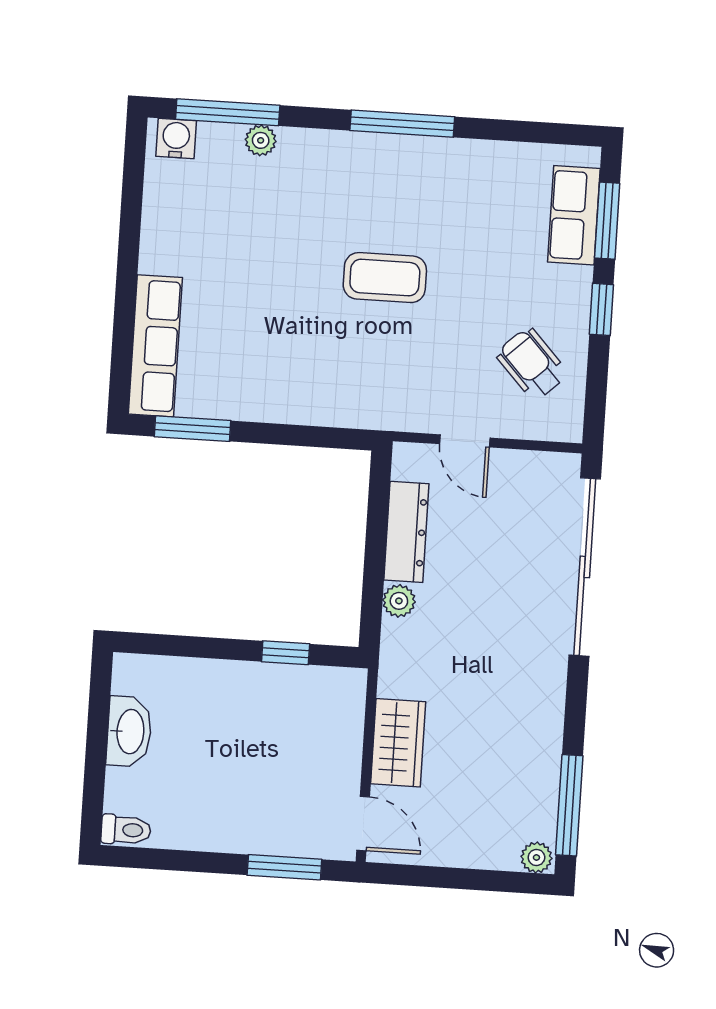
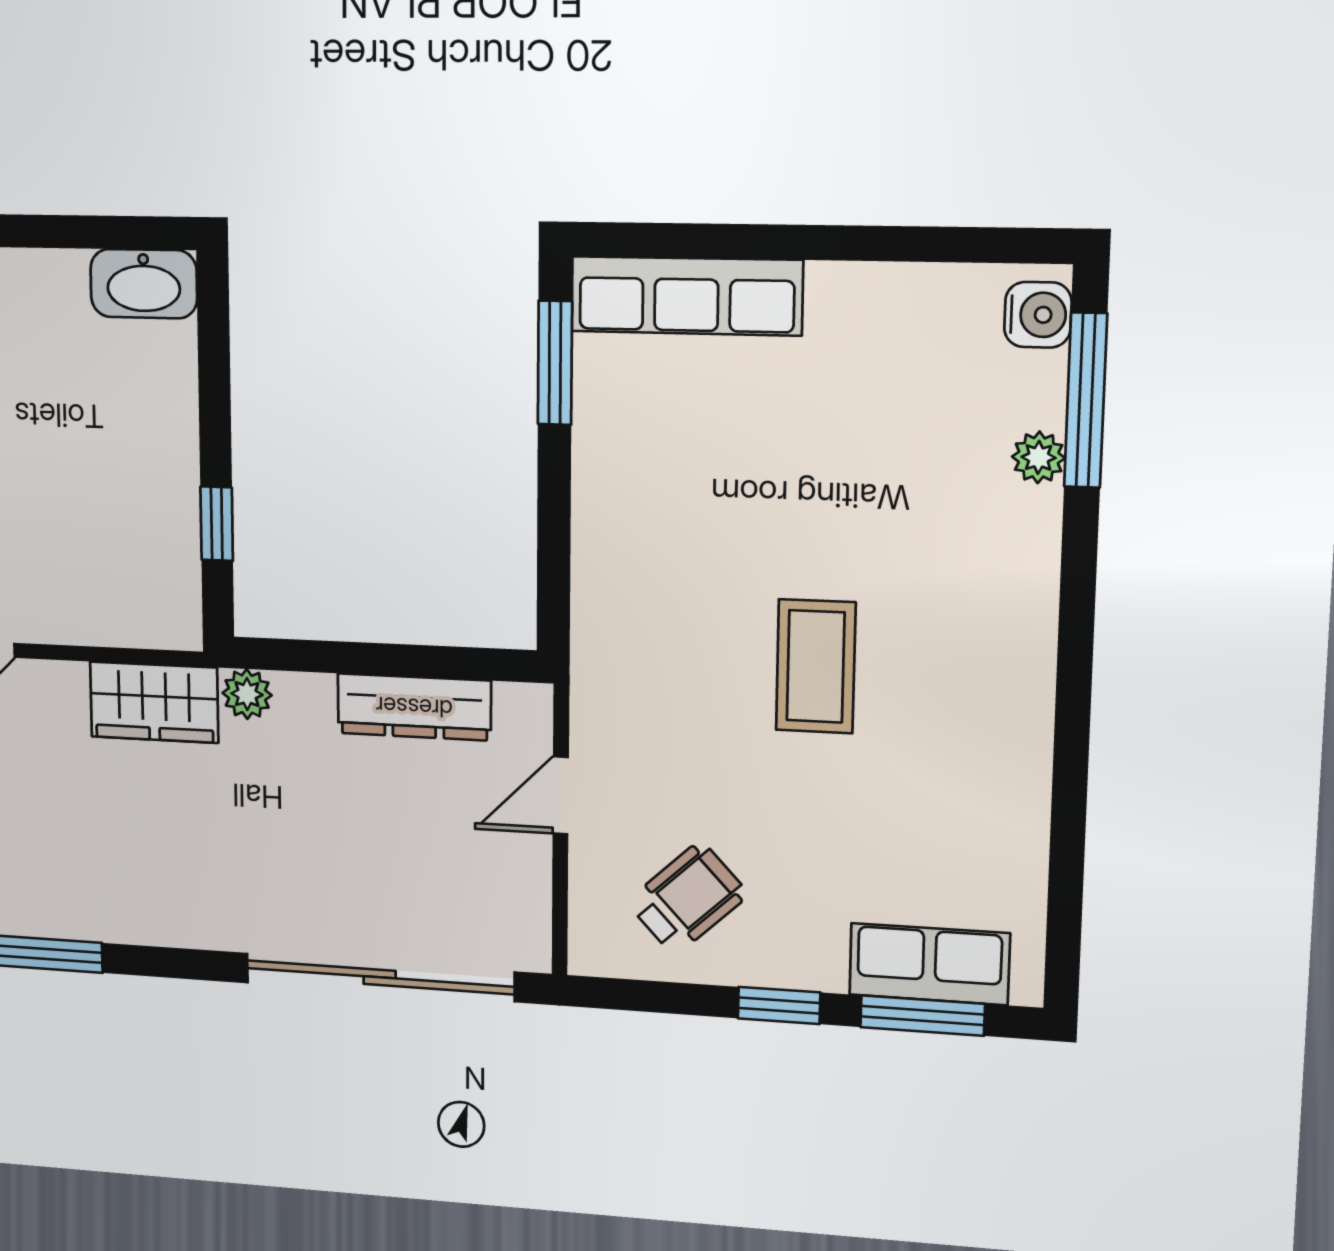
window: (402, 124) -> (1074, 690), removed
plant: (399, 601) -> (247, 694), moved
washbasin: (129, 731) -> (144, 284), moved
wardrobe: (398, 743) -> (154, 702), moved

